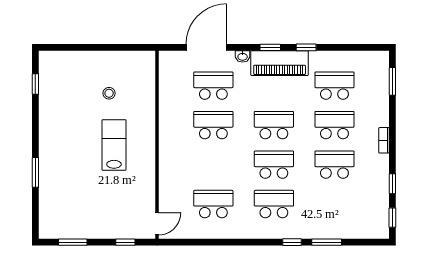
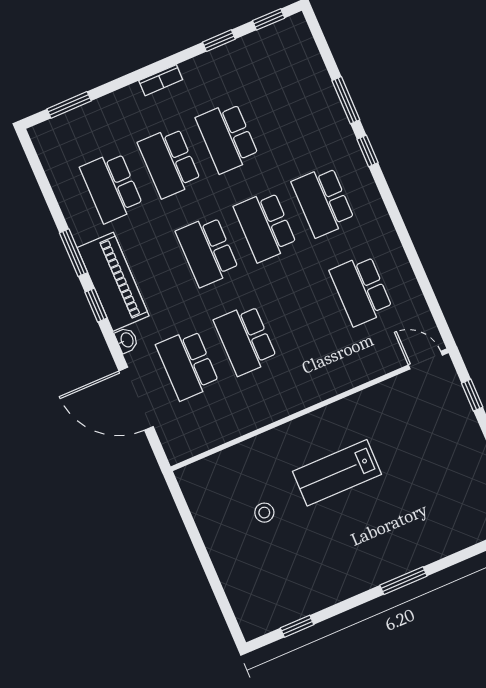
window: (306, 47) -> (73, 253), width x1.50
window: (35, 172) -> (403, 581), moved

